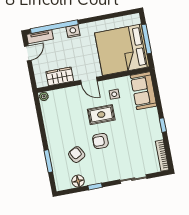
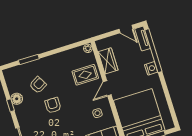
rug: (101, 115) -> (85, 75), moved, turned 90
floor lamp: (78, 181) -> (17, 99), moved

